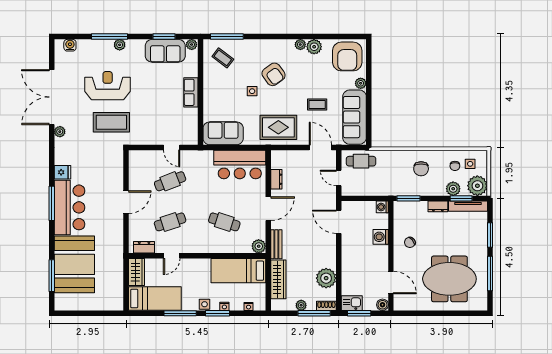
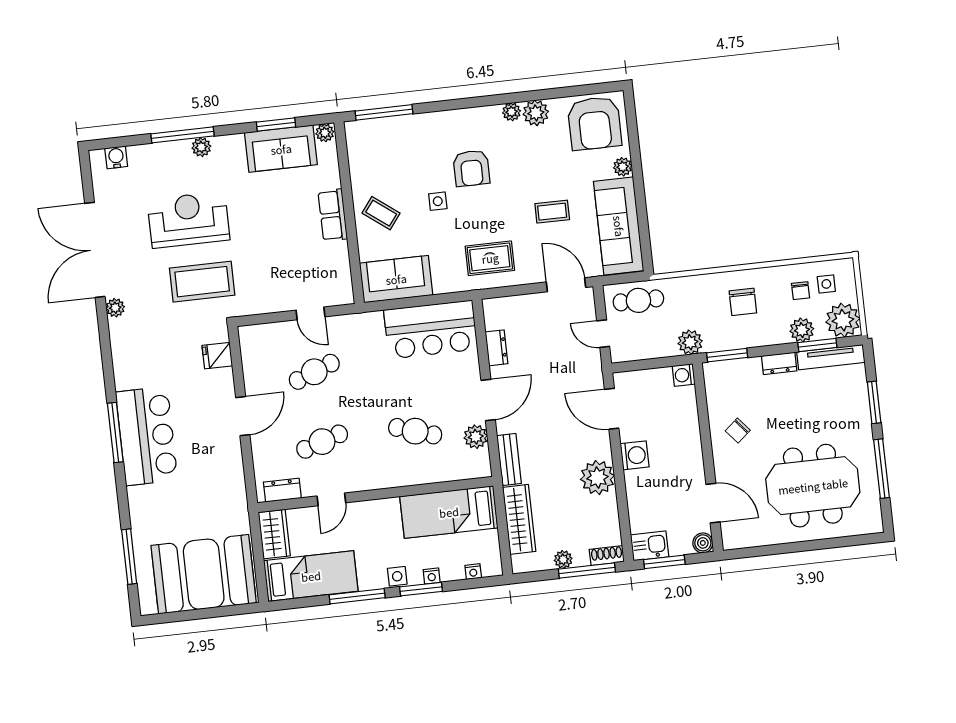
coffee table: (223, 58) -> (381, 213), moved
armchair: (274, 74) -> (471, 168), turned 36
rug: (278, 127) -> (490, 258), width x0.73, depth x0.70
fridge: (62, 172) -> (217, 356), moved, turned 180
plant: (388, 189) -> (690, 342), added
washing machine: (381, 237) -> (635, 455), moved, turned 180
plant: (259, 246) -> (476, 437), moved
booth: (74, 264) -> (204, 574), moved, turned 90
plant: (326, 278) -> (597, 478), moved

